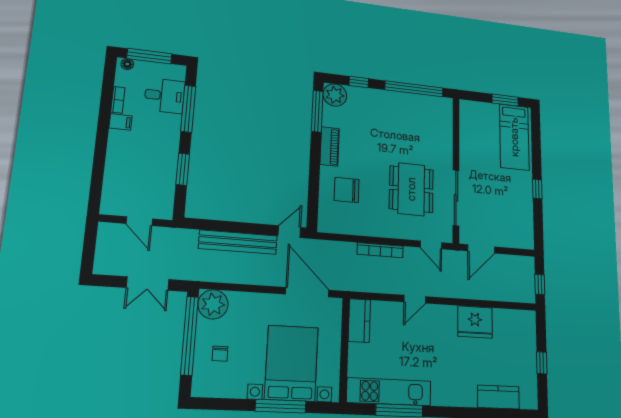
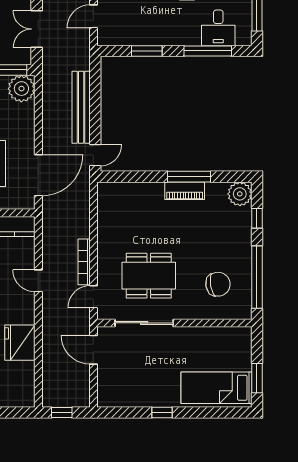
window: (317, 111) -> (189, 177), moved
chair: (347, 190) -> (218, 284), moved, turned 80
door: (289, 232) -> (95, 155), hinge flipped
bookcase: (380, 250) -> (84, 262), moved

